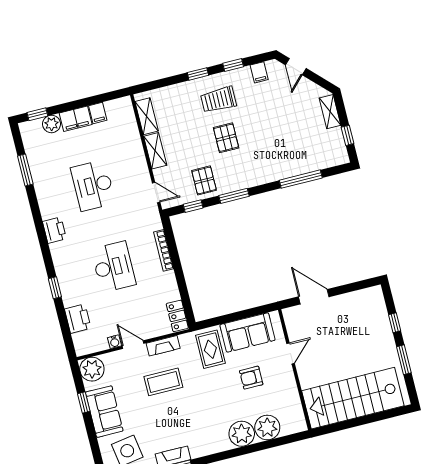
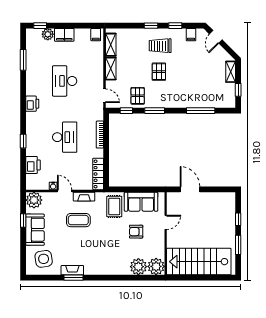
filing cabinet: (98, 113) -> (96, 35), moved
locker: (177, 316) -> (98, 174), width x1.53
plant: (242, 434) -> (156, 266), moved

